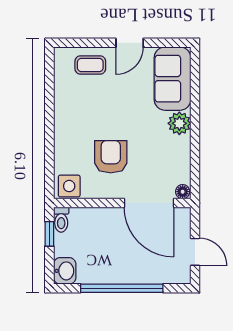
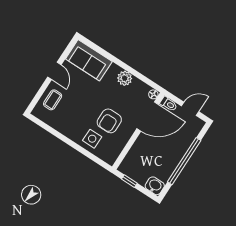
plant: (179, 123) -> (125, 78), moved
armchair: (111, 157) -> (109, 121), turned -90
side table: (69, 186) -> (92, 139), moved
toilet: (61, 220) -> (169, 104), moved

